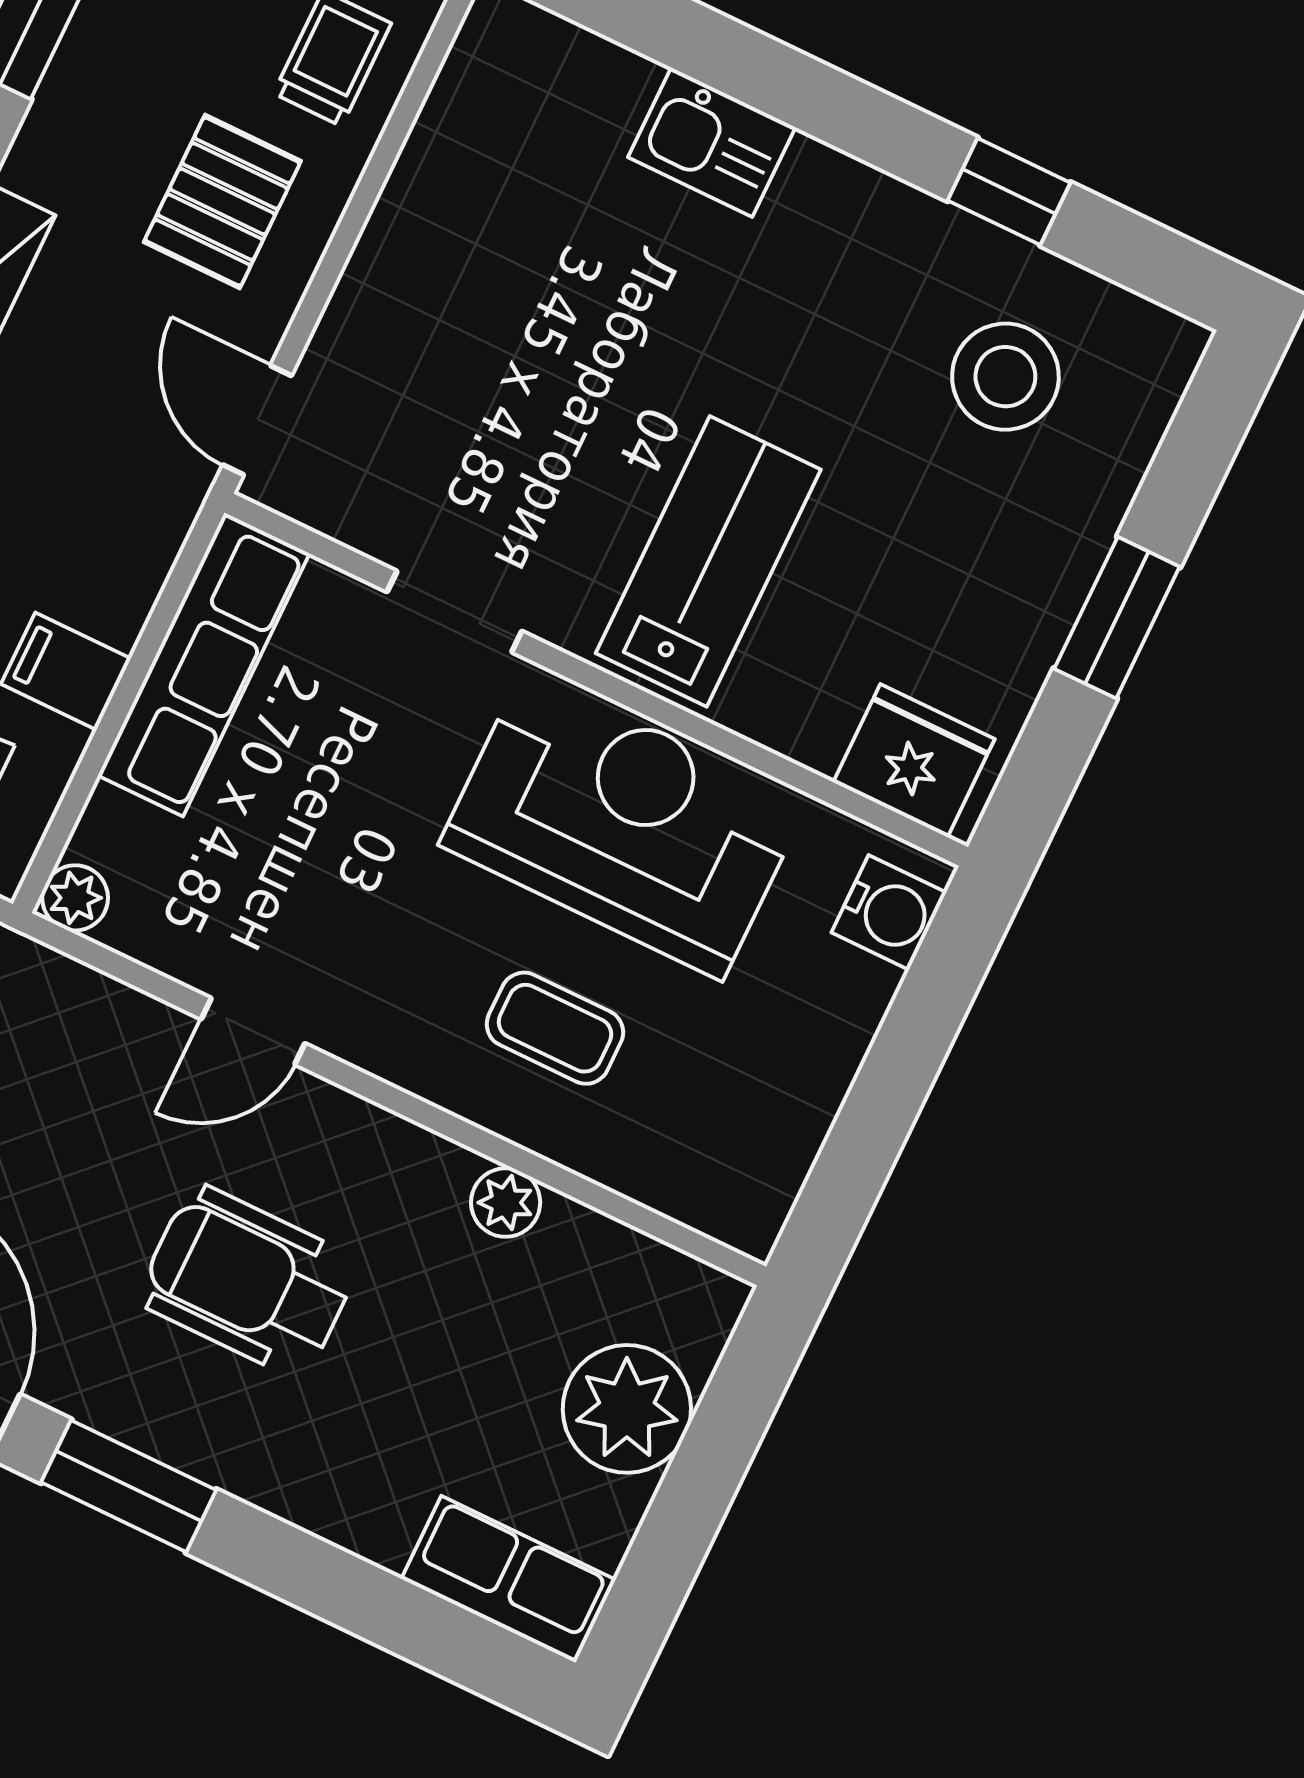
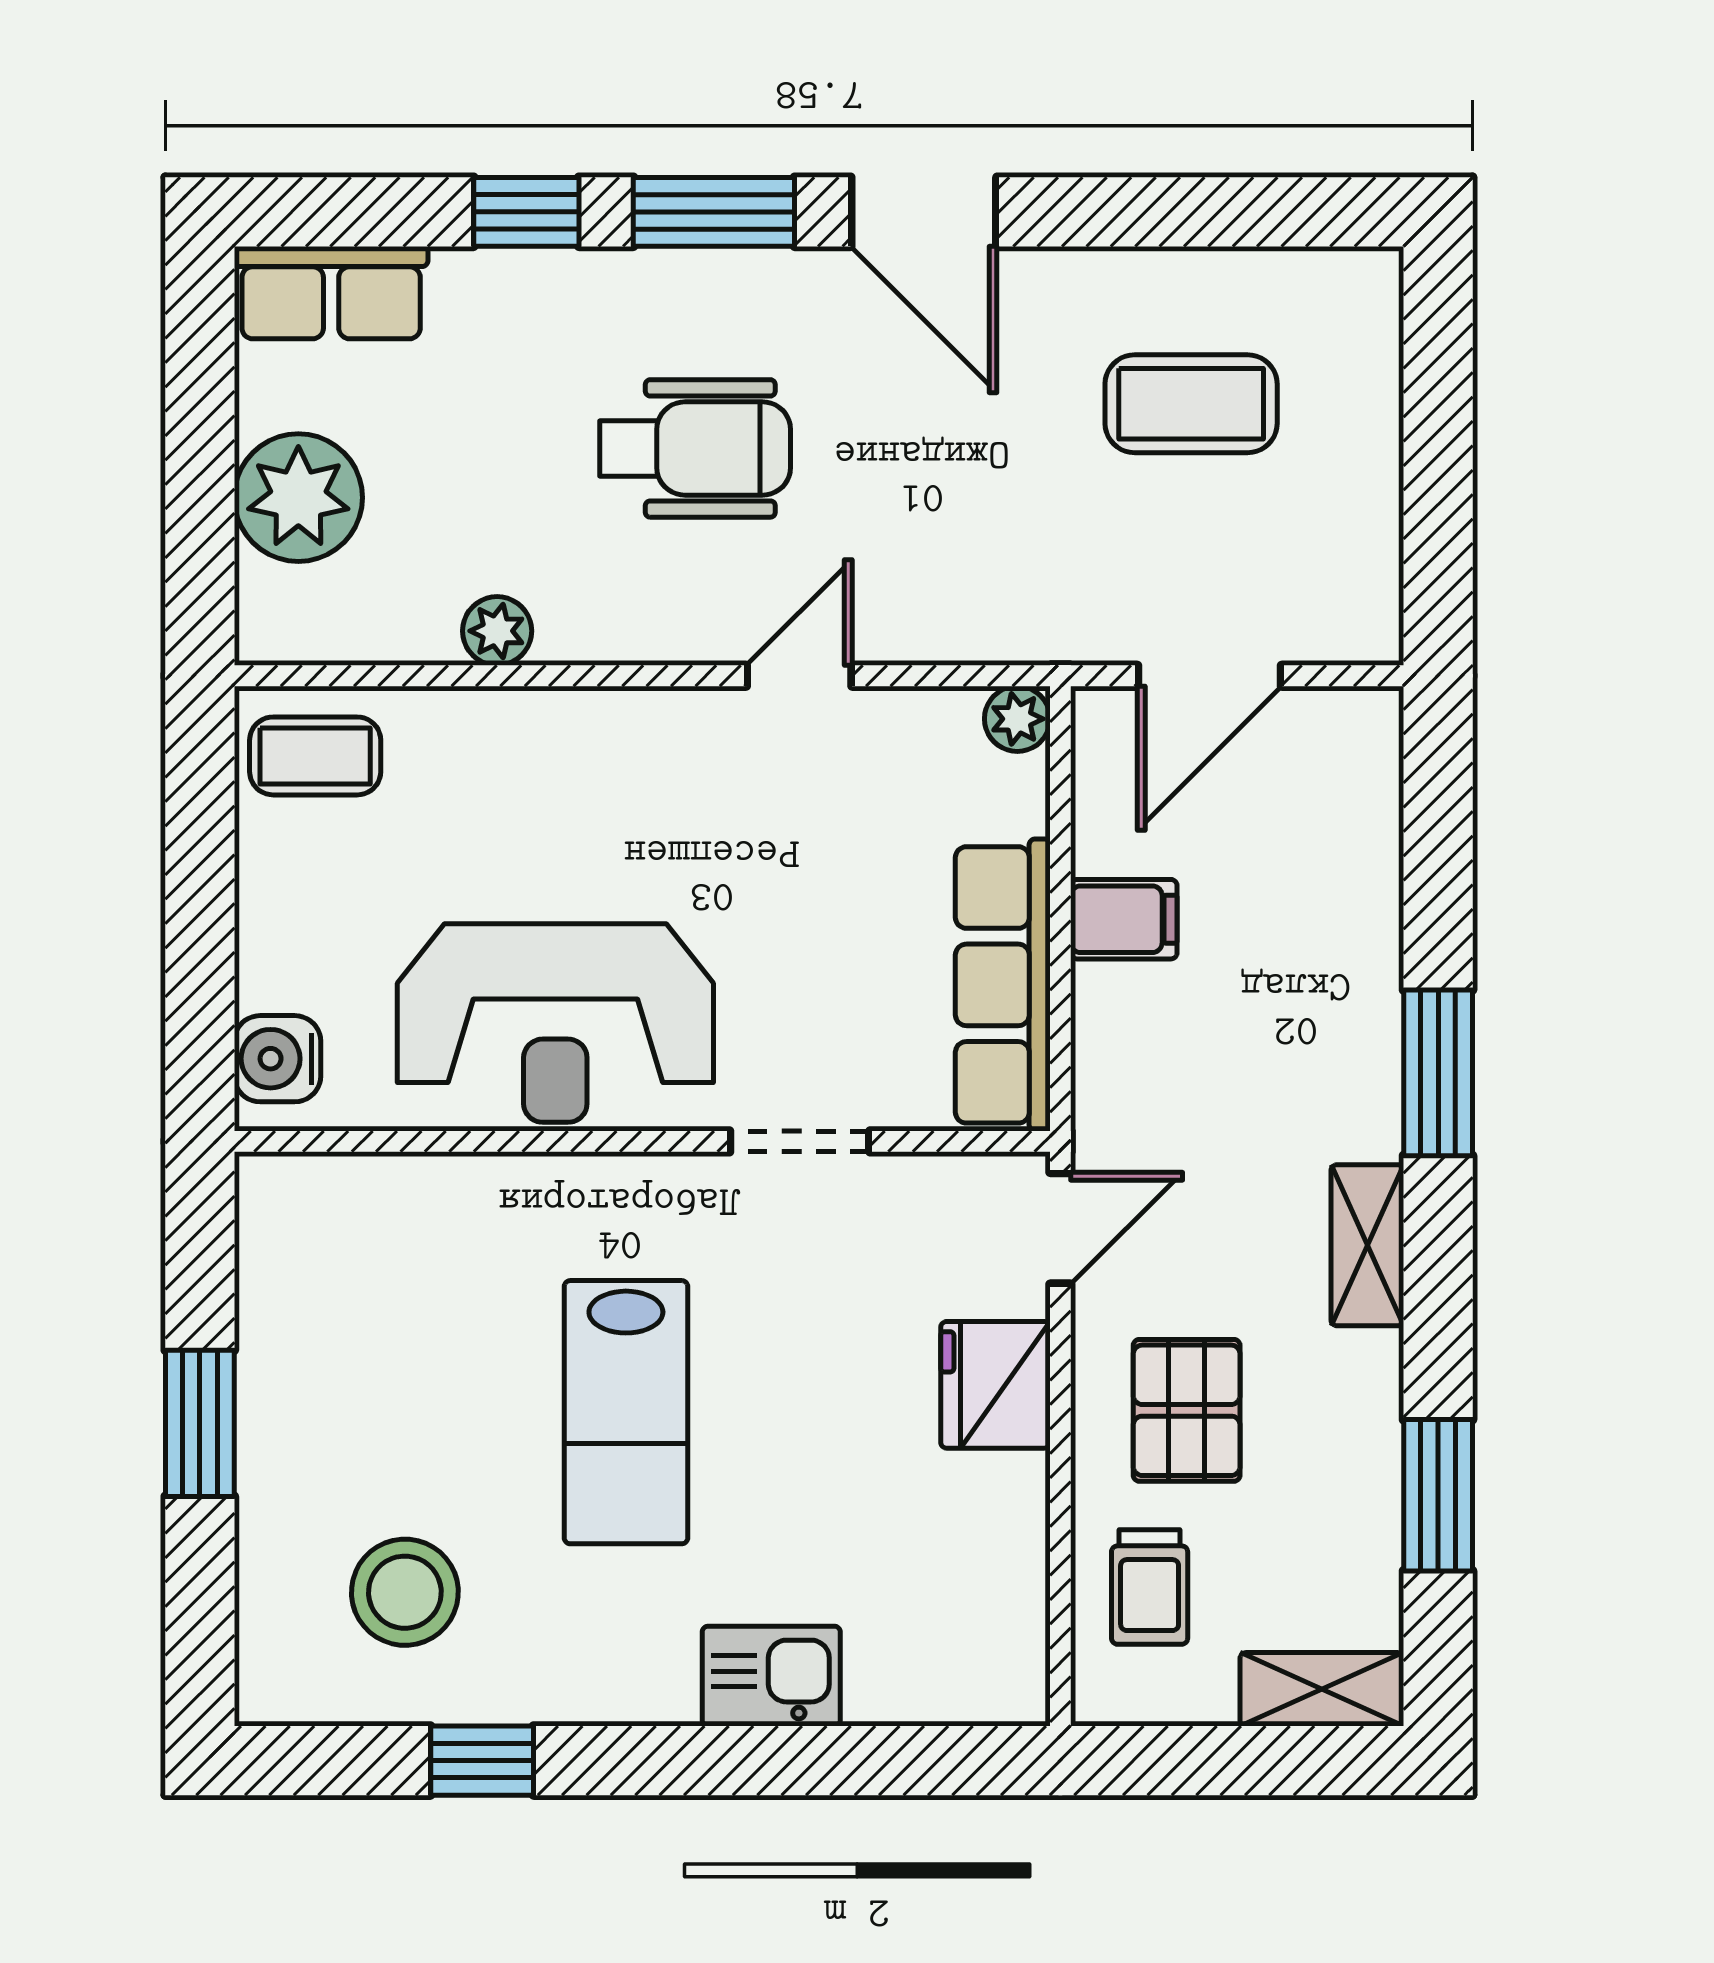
door: (257, 420) -> (1060, 1228), hinge flipped
lab bench: (708, 561) -> (626, 1412), moved
fridge: (914, 761) -> (995, 1385), moved, turned 90
coffee table: (555, 1028) -> (315, 756), moved
window: (298, 1567) -> (526, 212), added

